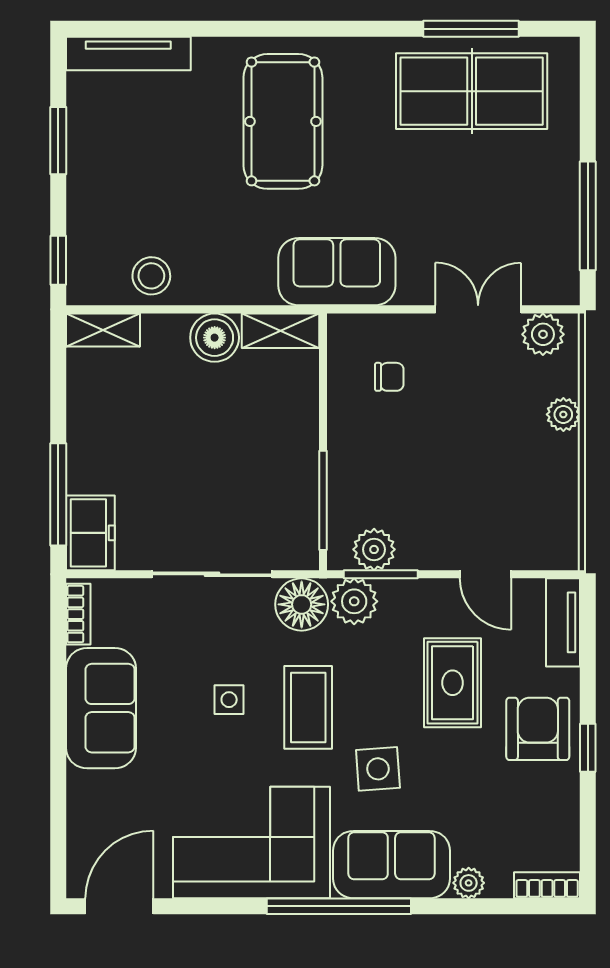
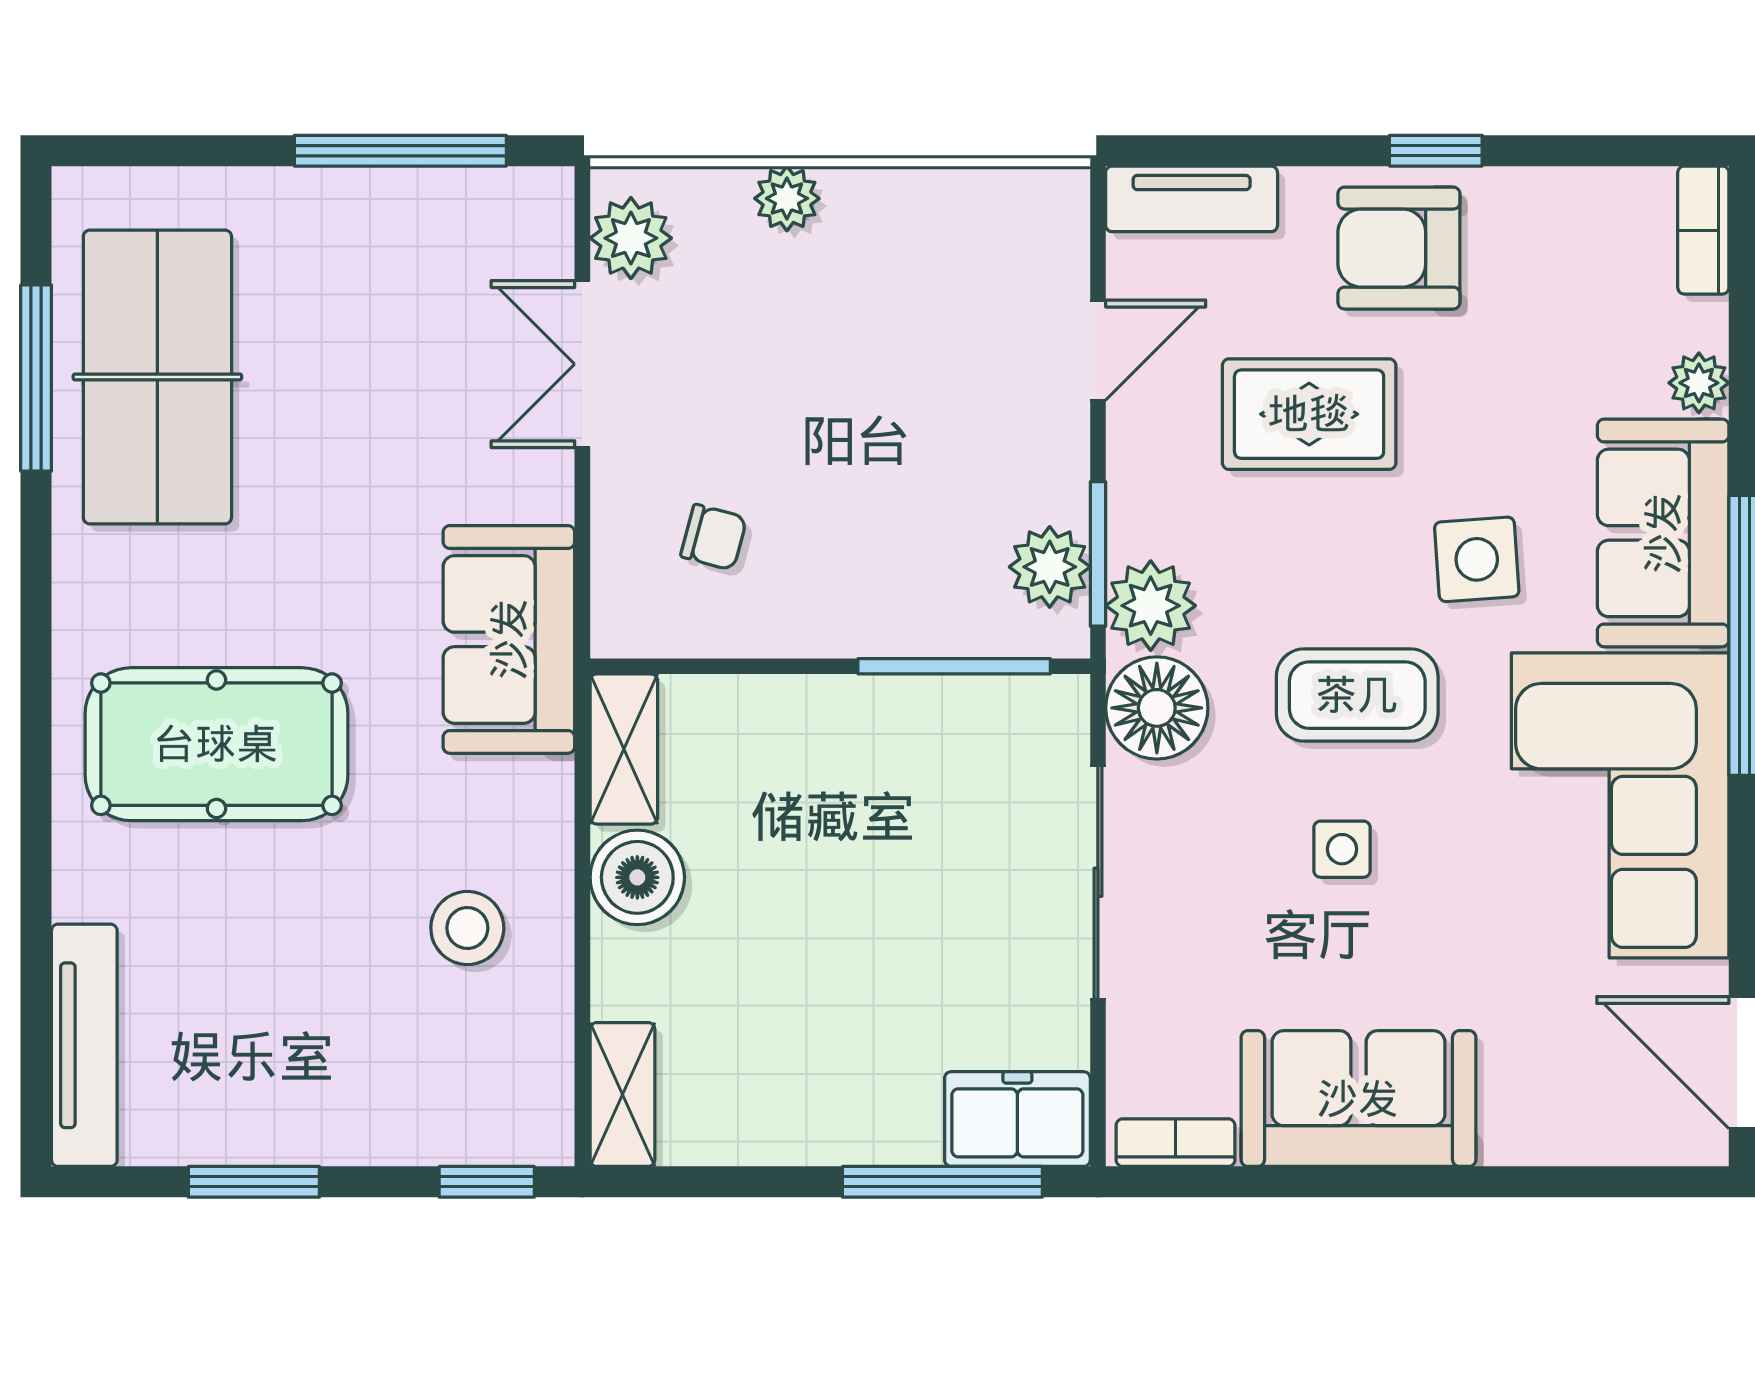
stool: (151, 276) -> (467, 928), moved
chair: (389, 377) -> (714, 537), turned 105

